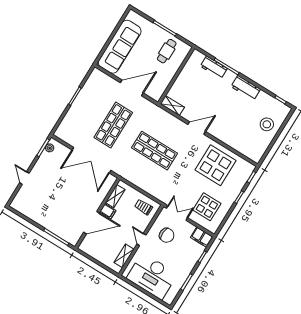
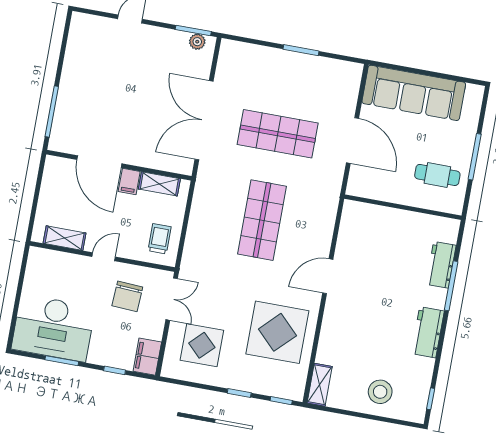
shelving: (172, 106) -> (320, 385), moved
door: (197, 128) -> (328, 276), swing flipped
desk: (152, 276) -> (53, 328), moved, turned -90

